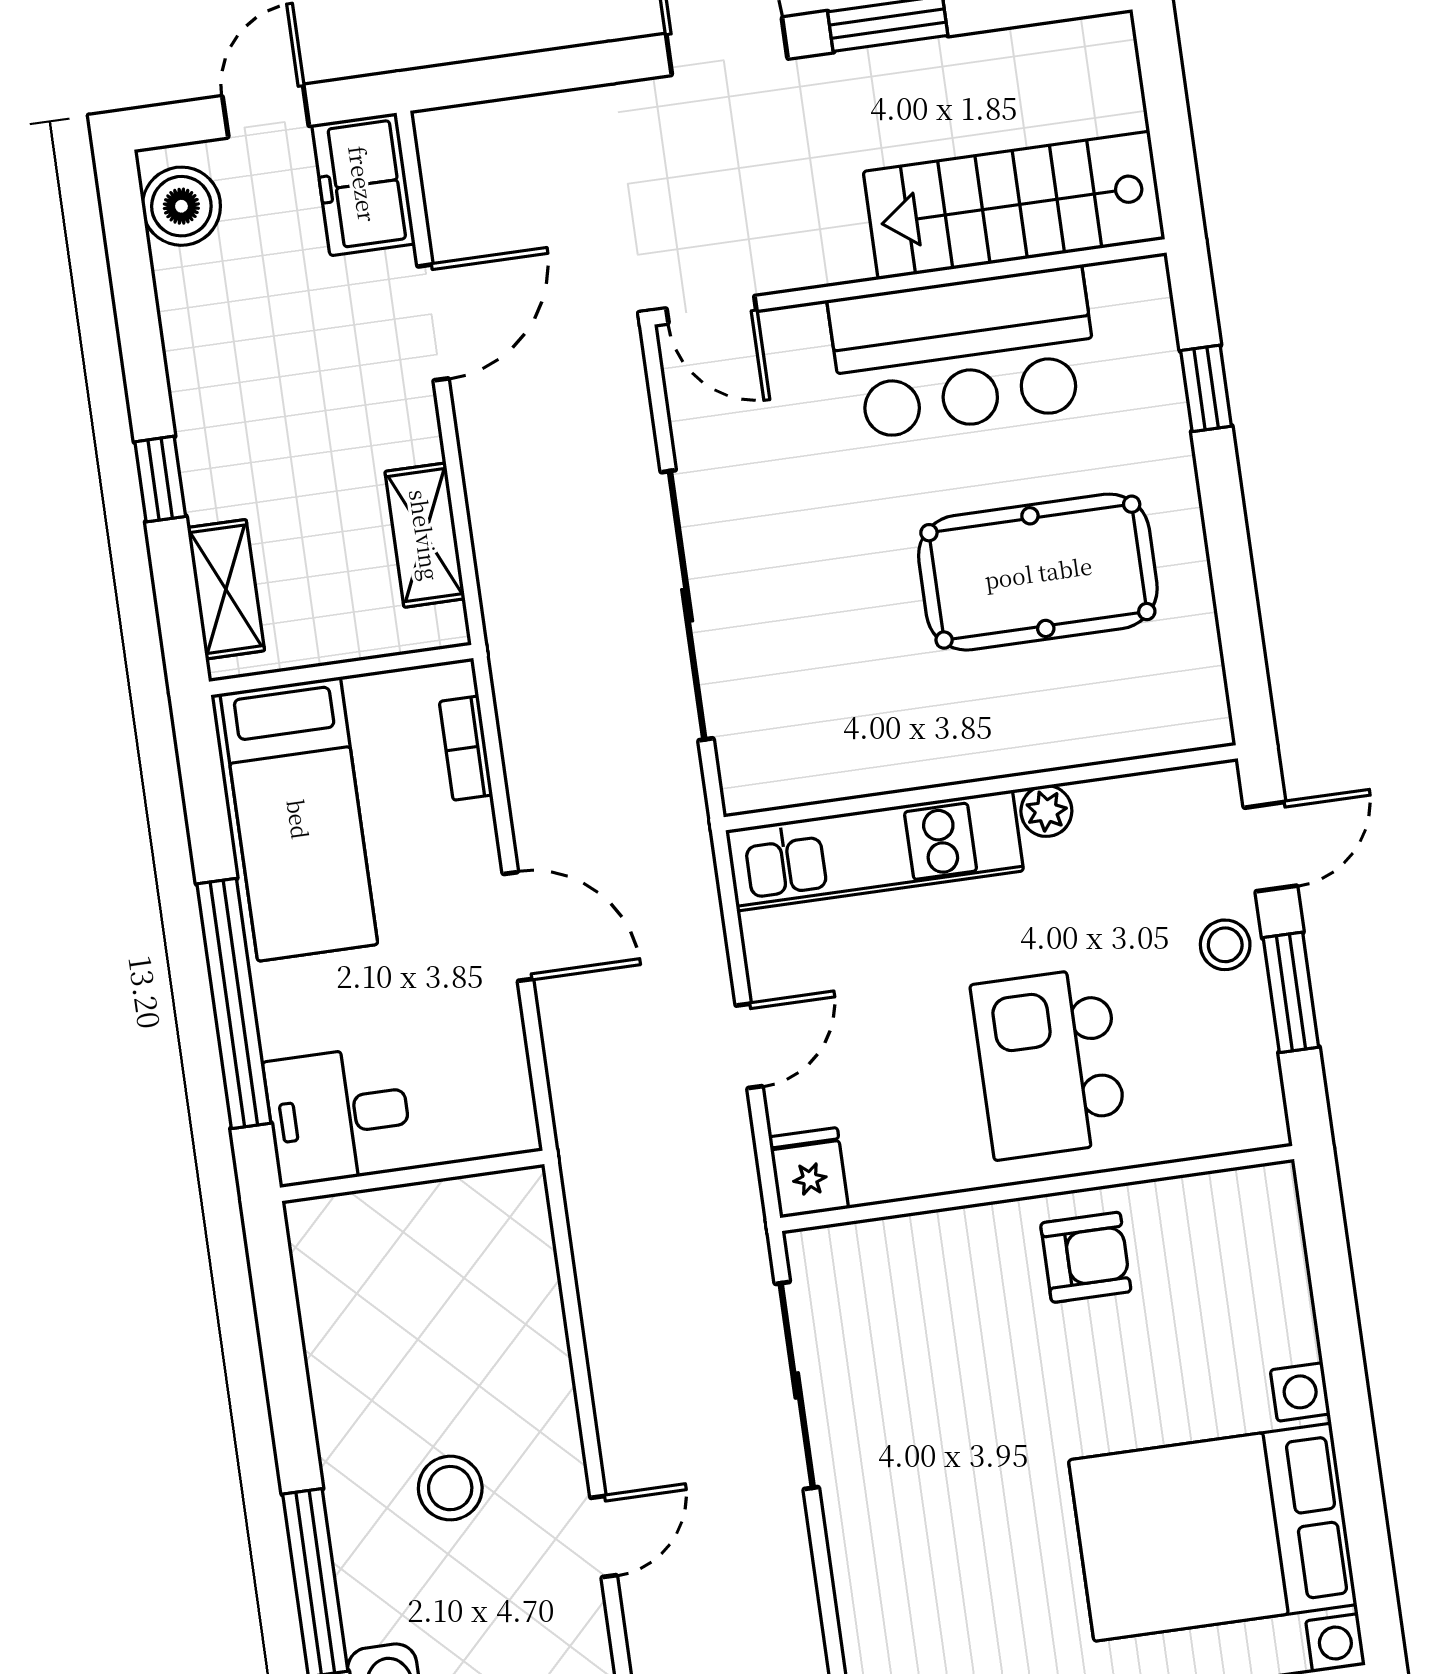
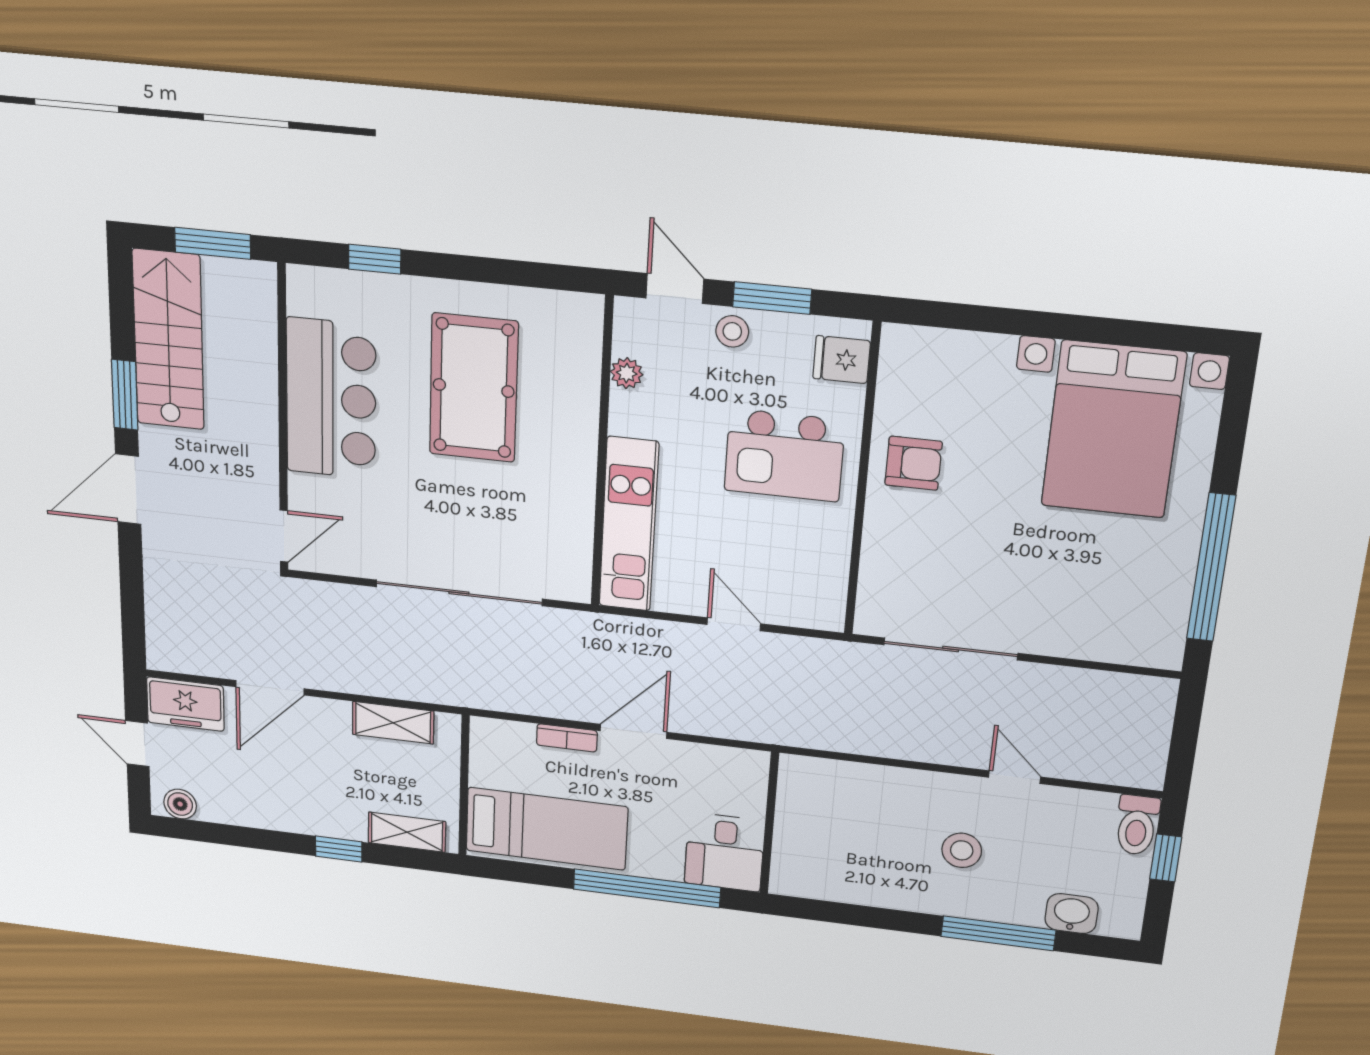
window: (1170, 135) -> (213, 243), added
stairs: (1014, 205) -> (168, 340), moved, turned 180
boiler: (181, 206) -> (180, 804), width x0.73, depth x0.73
door: (433, 322) -> (270, 688), swing flipped
bookcase: (466, 748) -> (567, 738), moved
plant: (1046, 811) -> (627, 373), moved
fridge: (809, 1173) -> (842, 360), moved
armchair: (1086, 1257) -> (914, 463), turned 90

